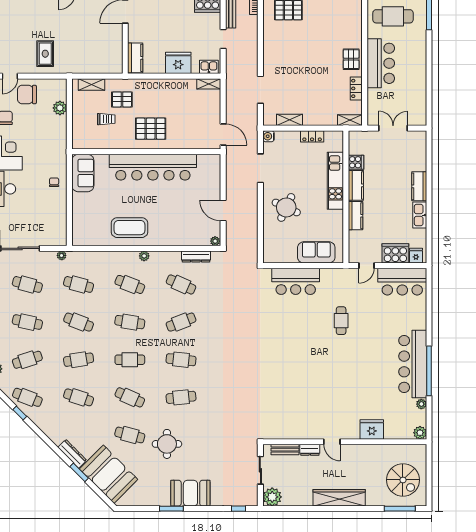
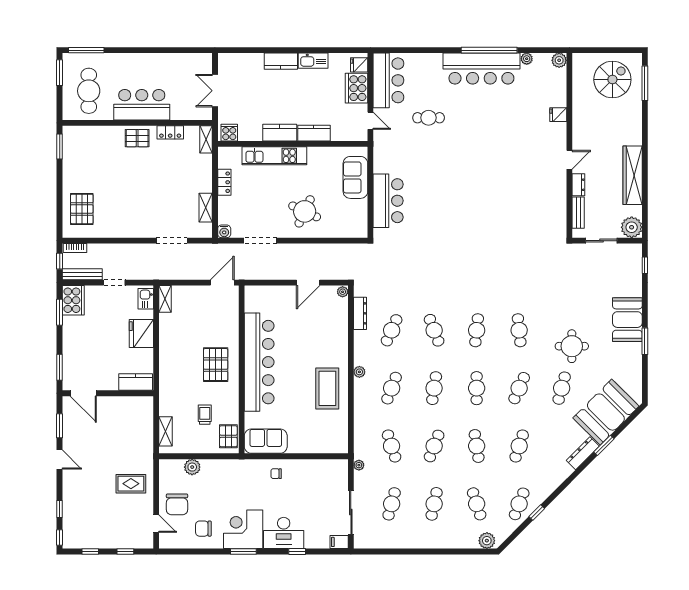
pallet: (122, 99) -> (228, 436), moved
cooker: (356, 162) -> (229, 133), moved
cafe table: (79, 284) -> (392, 446), turned -33
cafe table: (341, 321) -> (429, 118), moved
fridge: (372, 429) -> (558, 115), width x0.53, depth x0.75
wardrobe: (339, 498) -> (633, 175), moved

